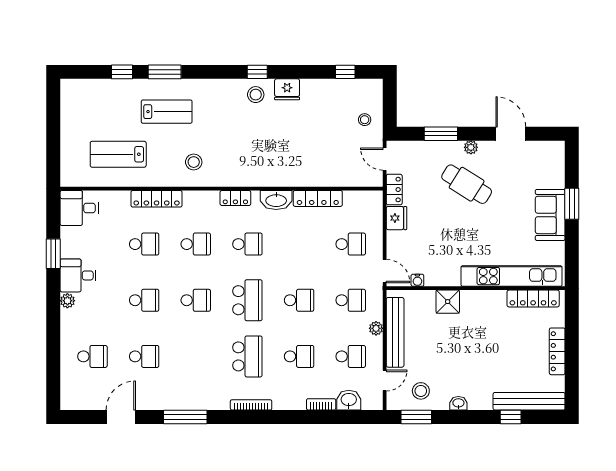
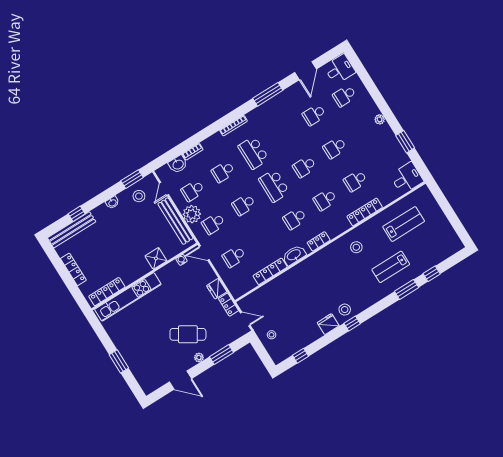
sofa: (550, 215) -> (128, 347), removed
desk: (78, 275) -> (340, 69), moved
plant: (376, 328) -> (192, 214), width x1.87, depth x1.87

